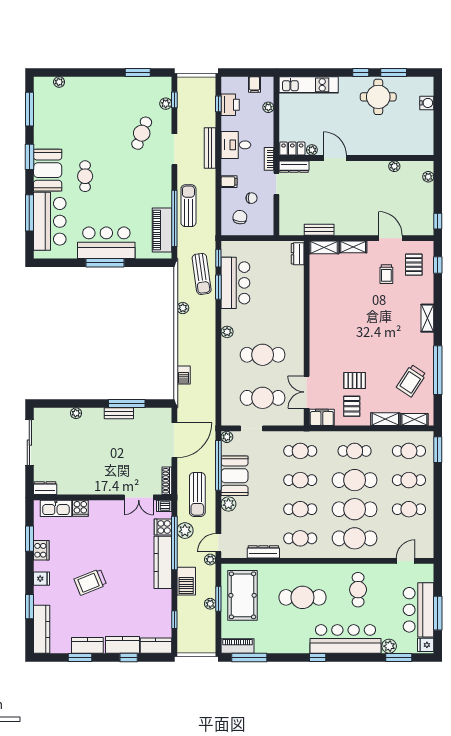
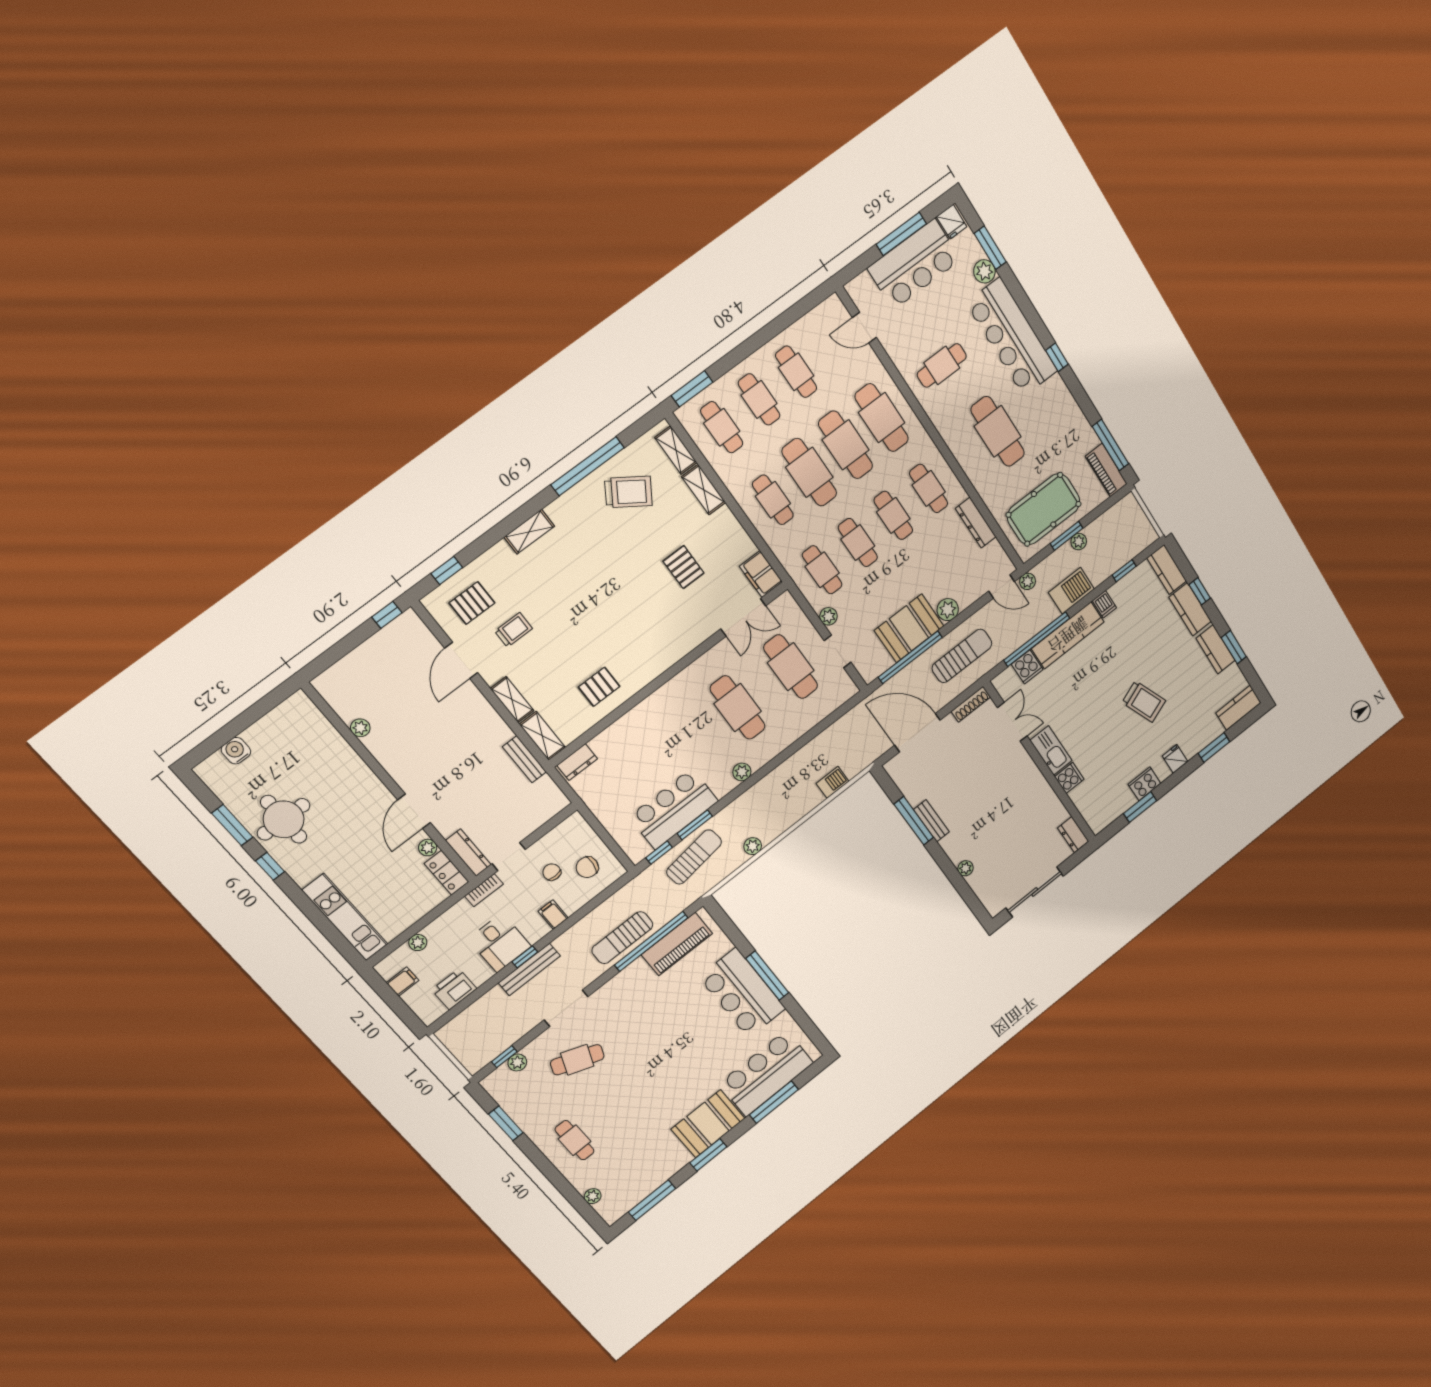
window: (218, 104) -> (525, 957), moved
cafe table: (85, 176) -> (575, 1140), moved, turned 90
plant: (428, 177) -> (337, 673), removed
pallet: (352, 406) -> (599, 687), moved
plant: (227, 437) -> (828, 616), moved
dishwasher: (164, 506) -> (1104, 604), moved
kitchen sink: (56, 508) -> (1051, 751), moved
plant: (185, 531) -> (1014, 638), removed
kitchen counter: (42, 629) -> (1238, 708), width x0.67

